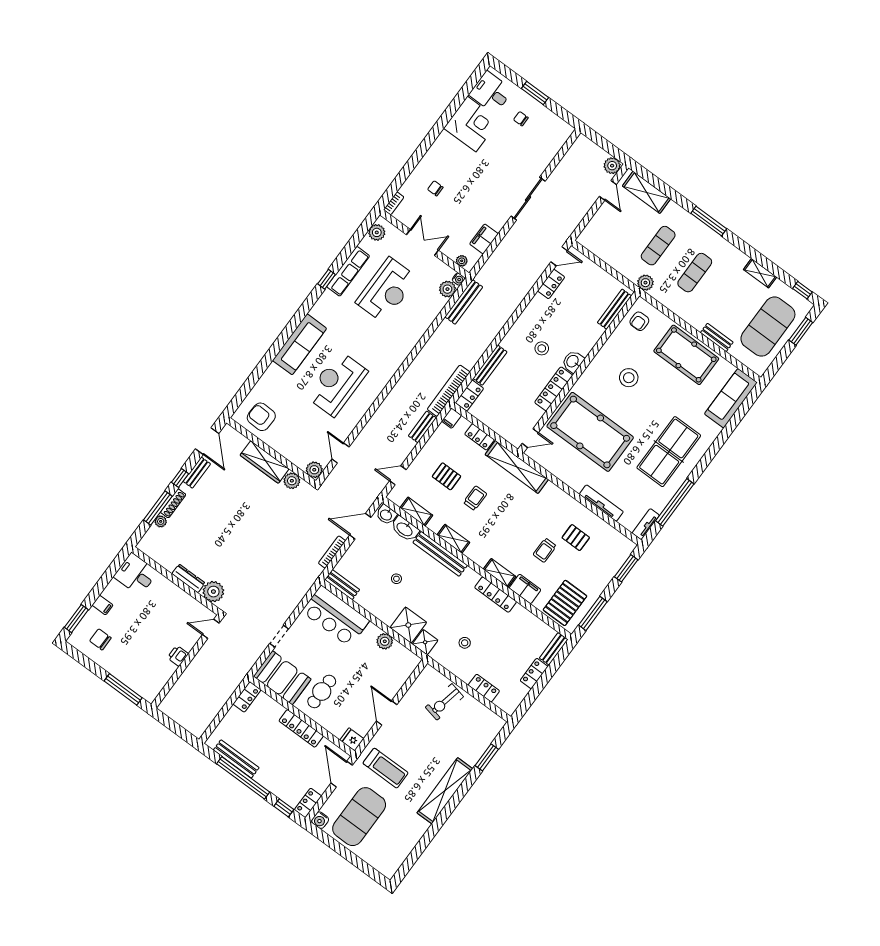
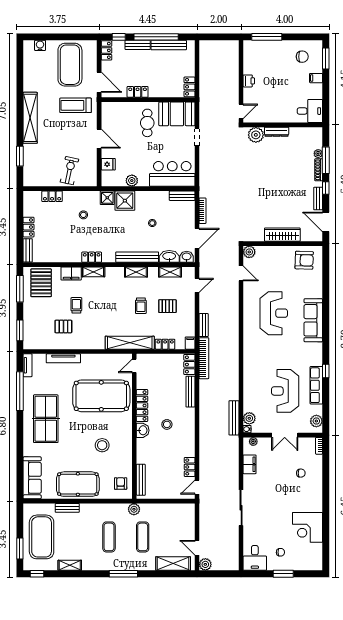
desk: (491, 92) -> (255, 558), moved, turned 90
plant: (292, 481) -> (258, 235), removed
locker: (496, 595) -> (92, 257), width x0.66
locker: (301, 728) -> (138, 92), width x0.66
fridge: (352, 739) -> (108, 164), moved
bench: (270, 784) -> (138, 45), added
water cooler: (320, 820) -> (40, 45), moved

